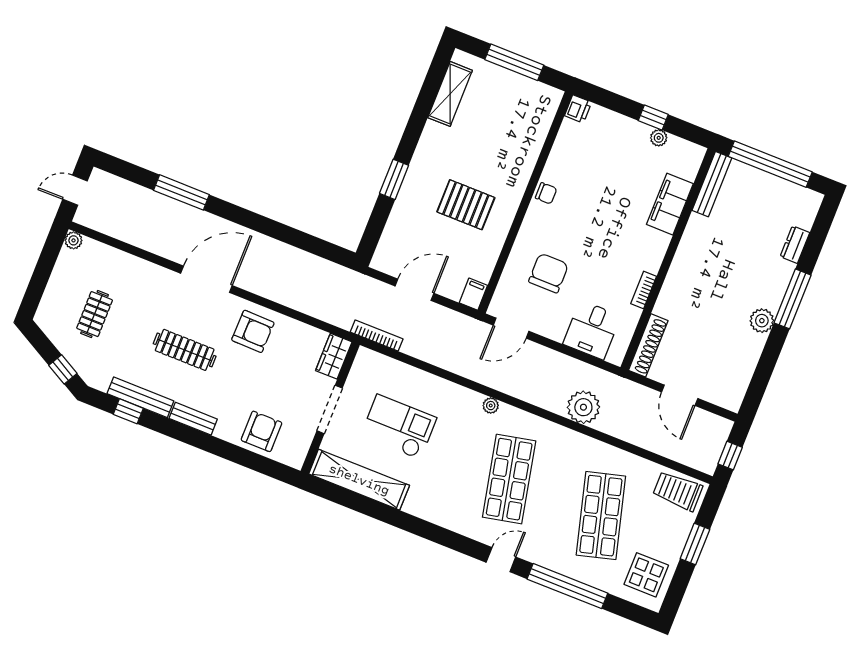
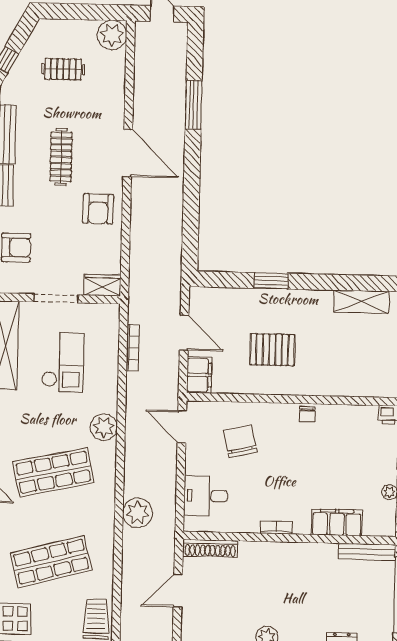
pallet: (466, 205) -> (272, 350), turned 90
plant: (73, 240) -> (112, 35), width x1.87, depth x1.87
chair: (549, 273) -> (240, 441), turned -103
bookcase: (644, 290) -> (277, 528), moved
filing cabinet: (473, 294) -> (199, 375), width x2.00
bookcase: (377, 335) -> (133, 348), moved
plant: (491, 406) -> (104, 427), width x1.88, depth x1.88

